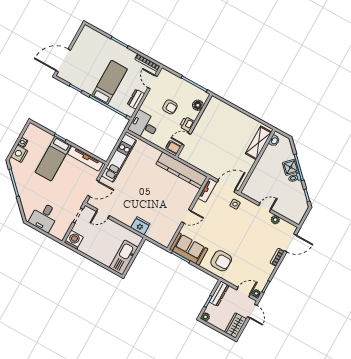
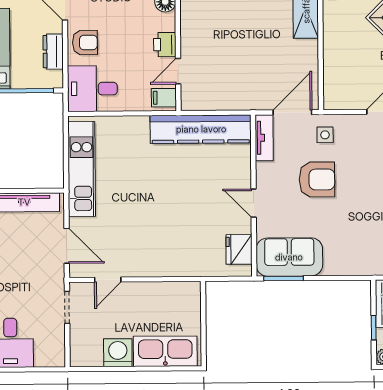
armchair: (170, 107) -> (85, 42), moved
door: (93, 188) -> (67, 246), hinge flipped
door: (186, 216) -> (254, 203), swing flipped
fridge: (140, 226) -> (239, 249), moved, turned -90
washing machine: (74, 240) -> (118, 353), moved
kitchen sink: (124, 257) -> (165, 351), moved, turned 90
armchair: (221, 261) -> (317, 180), moved

